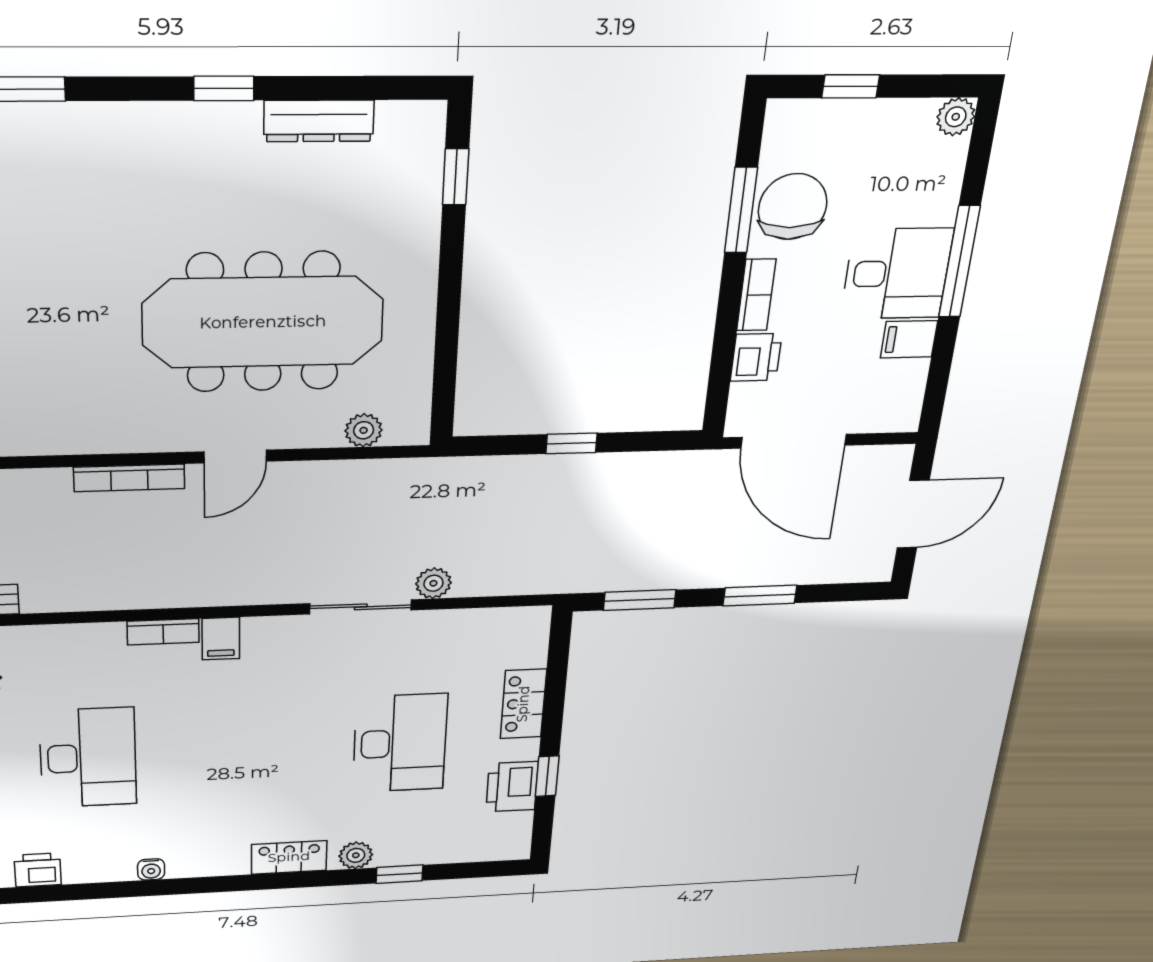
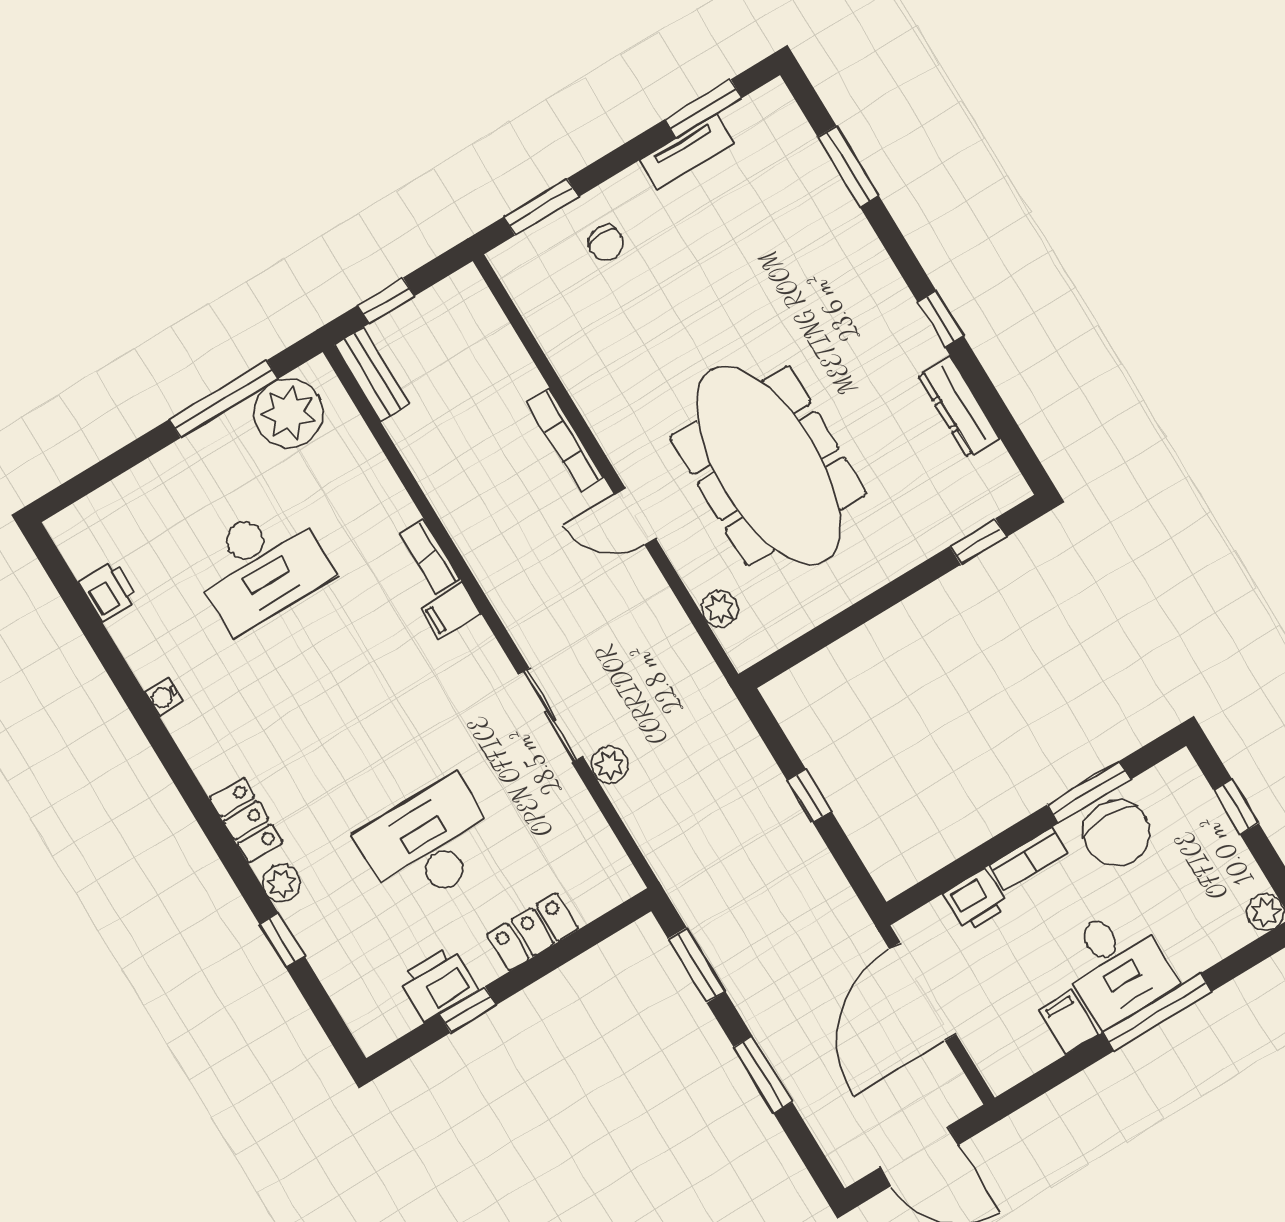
chair: (793, 207) -> (1117, 833), turned 90
desk: (400, 743) -> (429, 844), turned 180

